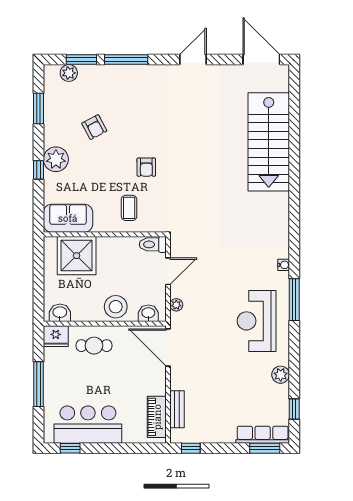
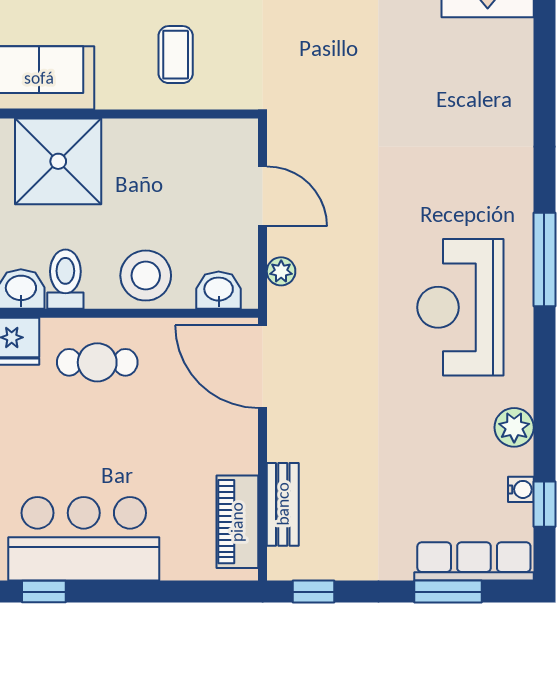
toilet: (153, 244) -> (65, 279), moved, turned 90
water cooler: (284, 265) -> (521, 489), moved
door: (168, 271) -> (263, 196), hinge flipped
window: (265, 448) -> (448, 592), moved

